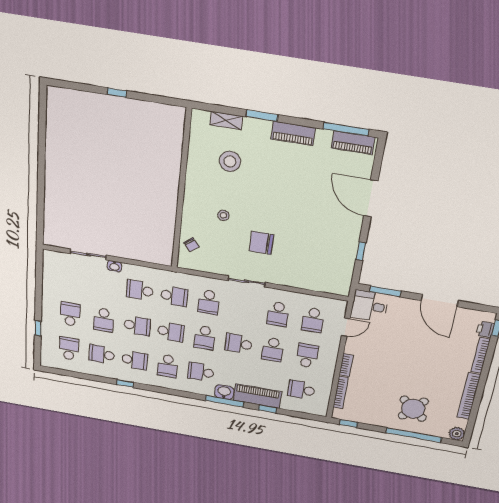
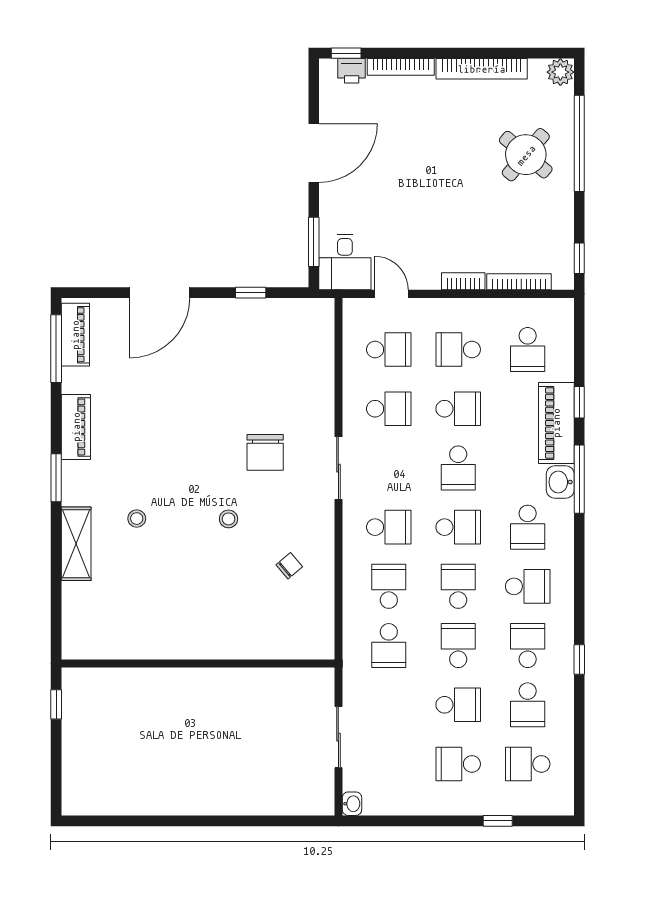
shelving: (226, 120) -> (76, 544), width x1.50, depth x1.33
stool: (230, 161) -> (137, 519), width x0.53, depth x0.53
wall: (181, 190) -> (198, 663), moved
washbasin: (114, 266) -> (352, 804), moved

